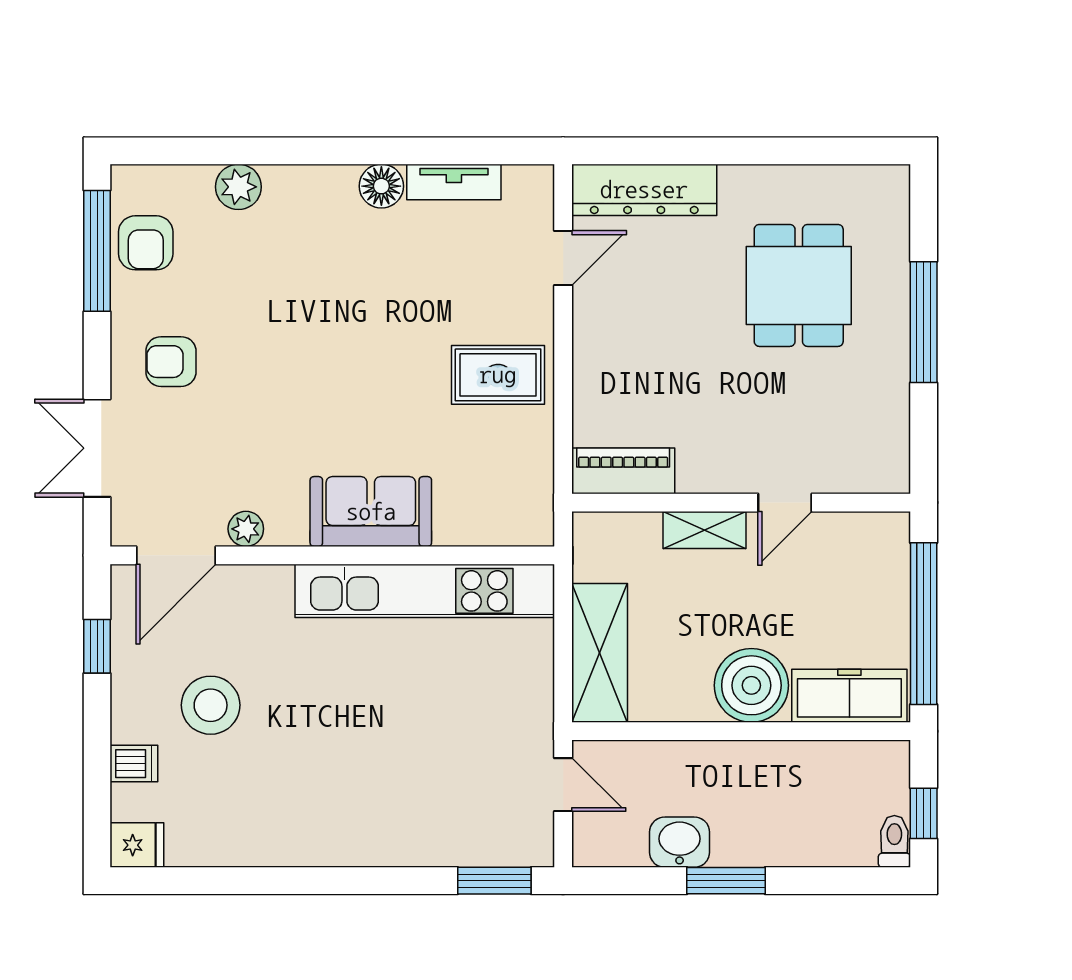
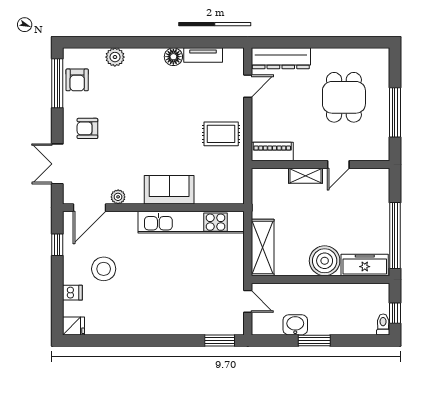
piano: (623, 471) -> (272, 152), moved
wall: (741, 503) -> (320, 165), moved
door: (785, 503) -> (338, 165), moved
shelving: (704, 530) -> (305, 176), moved

